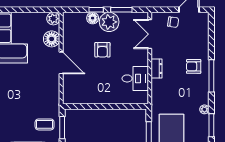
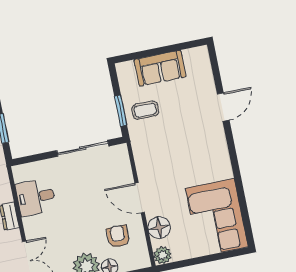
armchair: (102, 50) -> (118, 236), moved
sliding door: (95, 106) -> (83, 148), added

